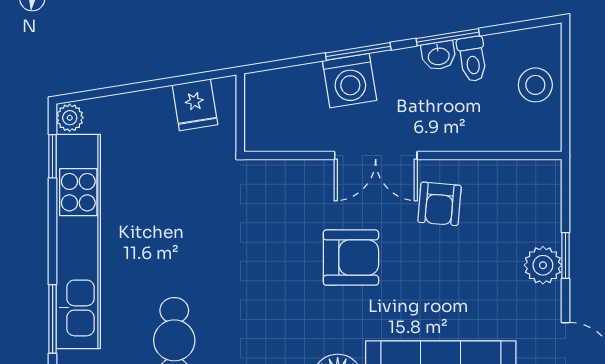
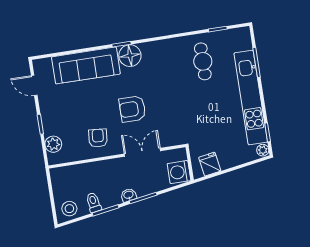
washbasin: (439, 56) -> (129, 195), moved
washing machine: (350, 81) -> (179, 172), moved, turned -81
stool: (535, 85) -> (69, 209), moved
double door: (376, 156) -> (142, 152), moved
plant: (543, 265) -> (53, 144), moved

